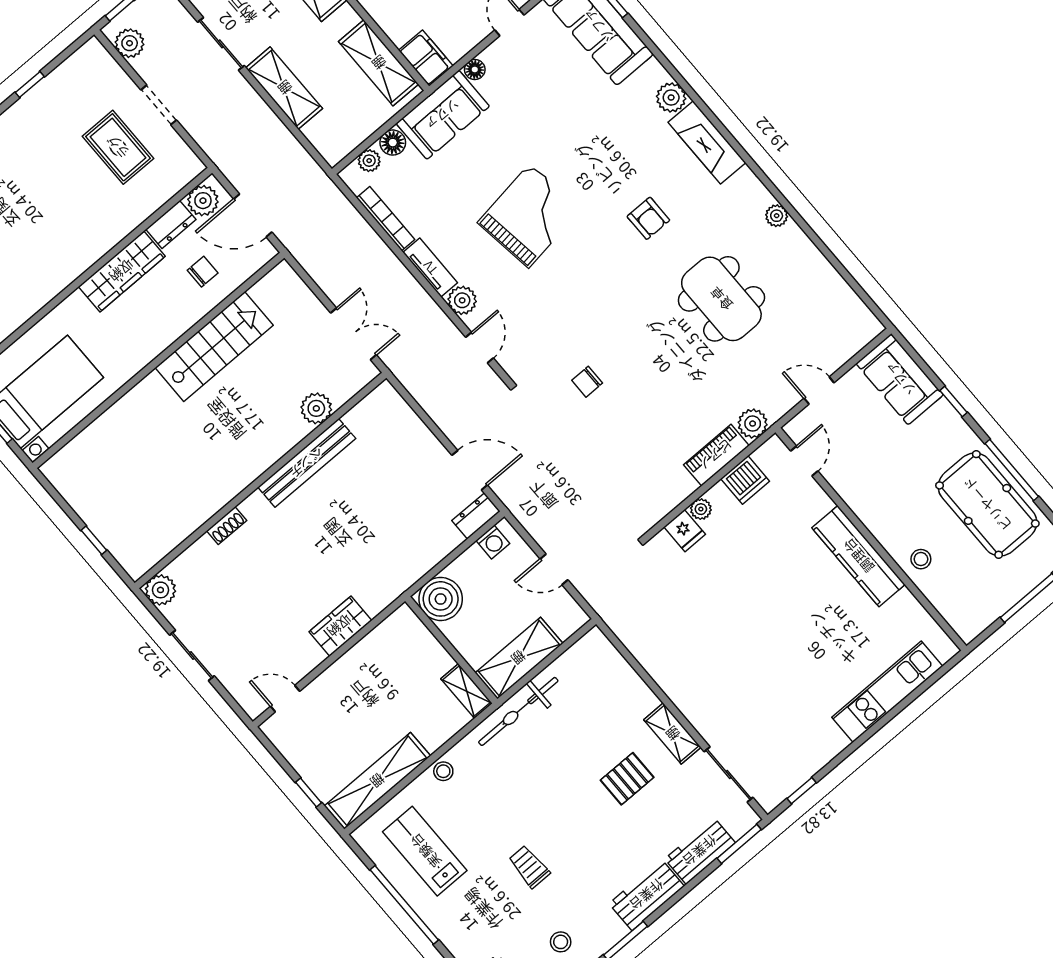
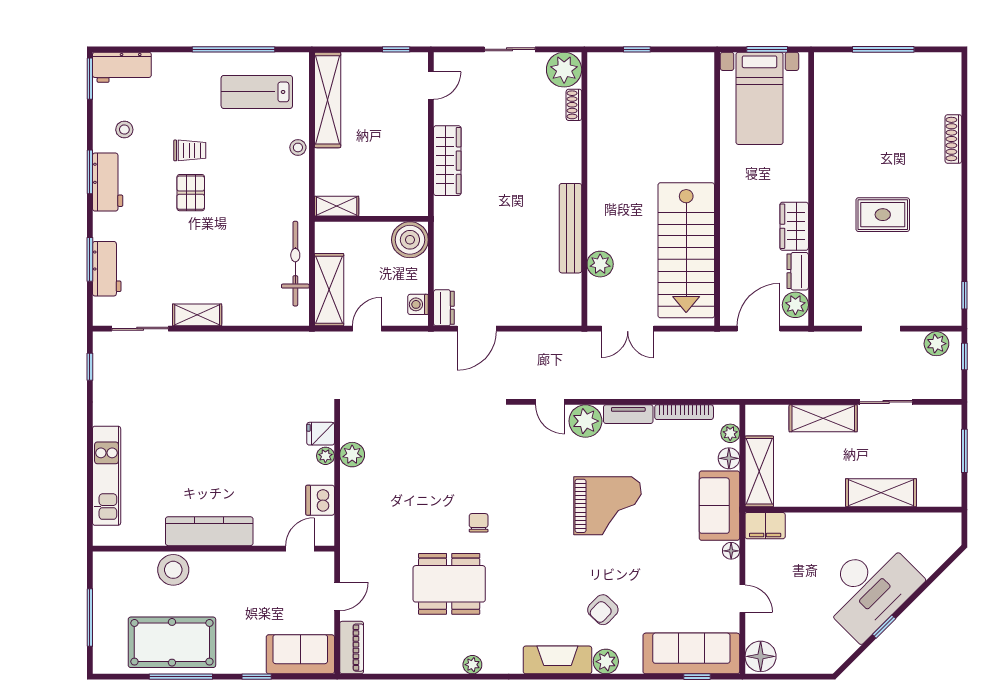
shelving: (378, 63) -> (759, 471), moved, turned 90
window: (30, 84) -> (964, 295), moved
rug: (118, 147) -> (883, 215), moved
grand piano: (529, 216) -> (607, 506), turned -82
armchair: (648, 218) -> (603, 610), moved, turned -46
wardrobe: (122, 271) -> (794, 226), width x0.67
chair: (203, 272) -> (750, 266), removed
plant: (462, 300) -> (585, 421), width x1.36, depth x1.36
stairs: (214, 346) -> (686, 250), width x1.36, depth x1.51
chair: (587, 382) -> (479, 523), moved
plant: (753, 424) -> (352, 455), moved
piano: (716, 455) -> (352, 648), moved
door: (804, 461) -> (300, 549), swing flipped
shoe rack: (227, 526) -> (574, 105), moved
stool: (921, 559) -> (173, 570), width x1.89, depth x1.89
plant: (160, 590) -> (564, 70), width x1.36, depth x1.36
wardrobe: (340, 626) -> (447, 161), width x1.50
shelving: (519, 658) -> (329, 290), moved
bicycle: (518, 711) -> (295, 264), moved
pallet: (627, 779) -> (191, 193), moved
window: (309, 792) -> (396, 49), moved
window: (739, 844) -> (90, 259), moved
lab bench: (425, 851) -> (257, 92), turned 180
workbench: (647, 895) -> (108, 182), moved

